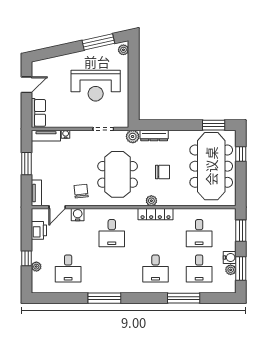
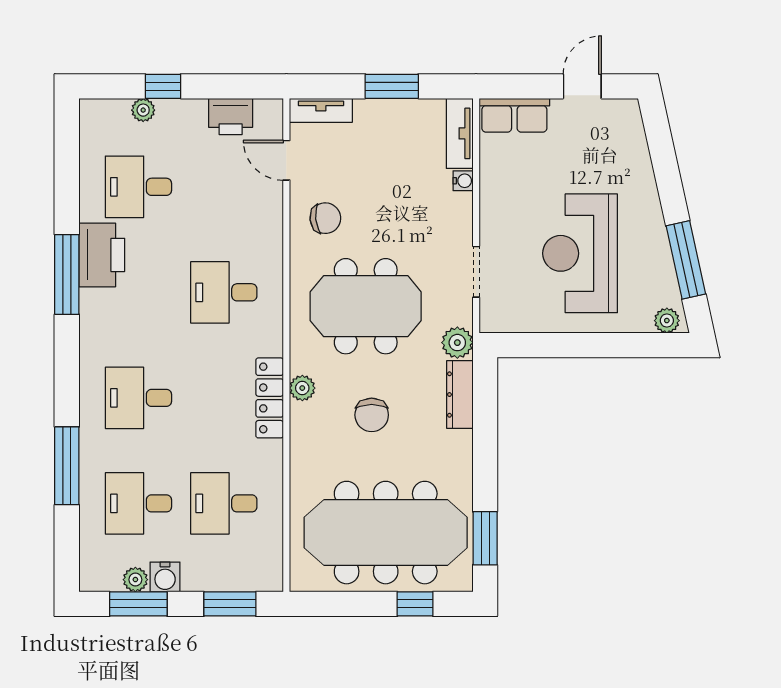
door: (26, 85) -> (582, 86), swing flipped
water cooler: (78, 215) -> (268, 210), removed
printer: (96, 284) -> (102, 255), added

